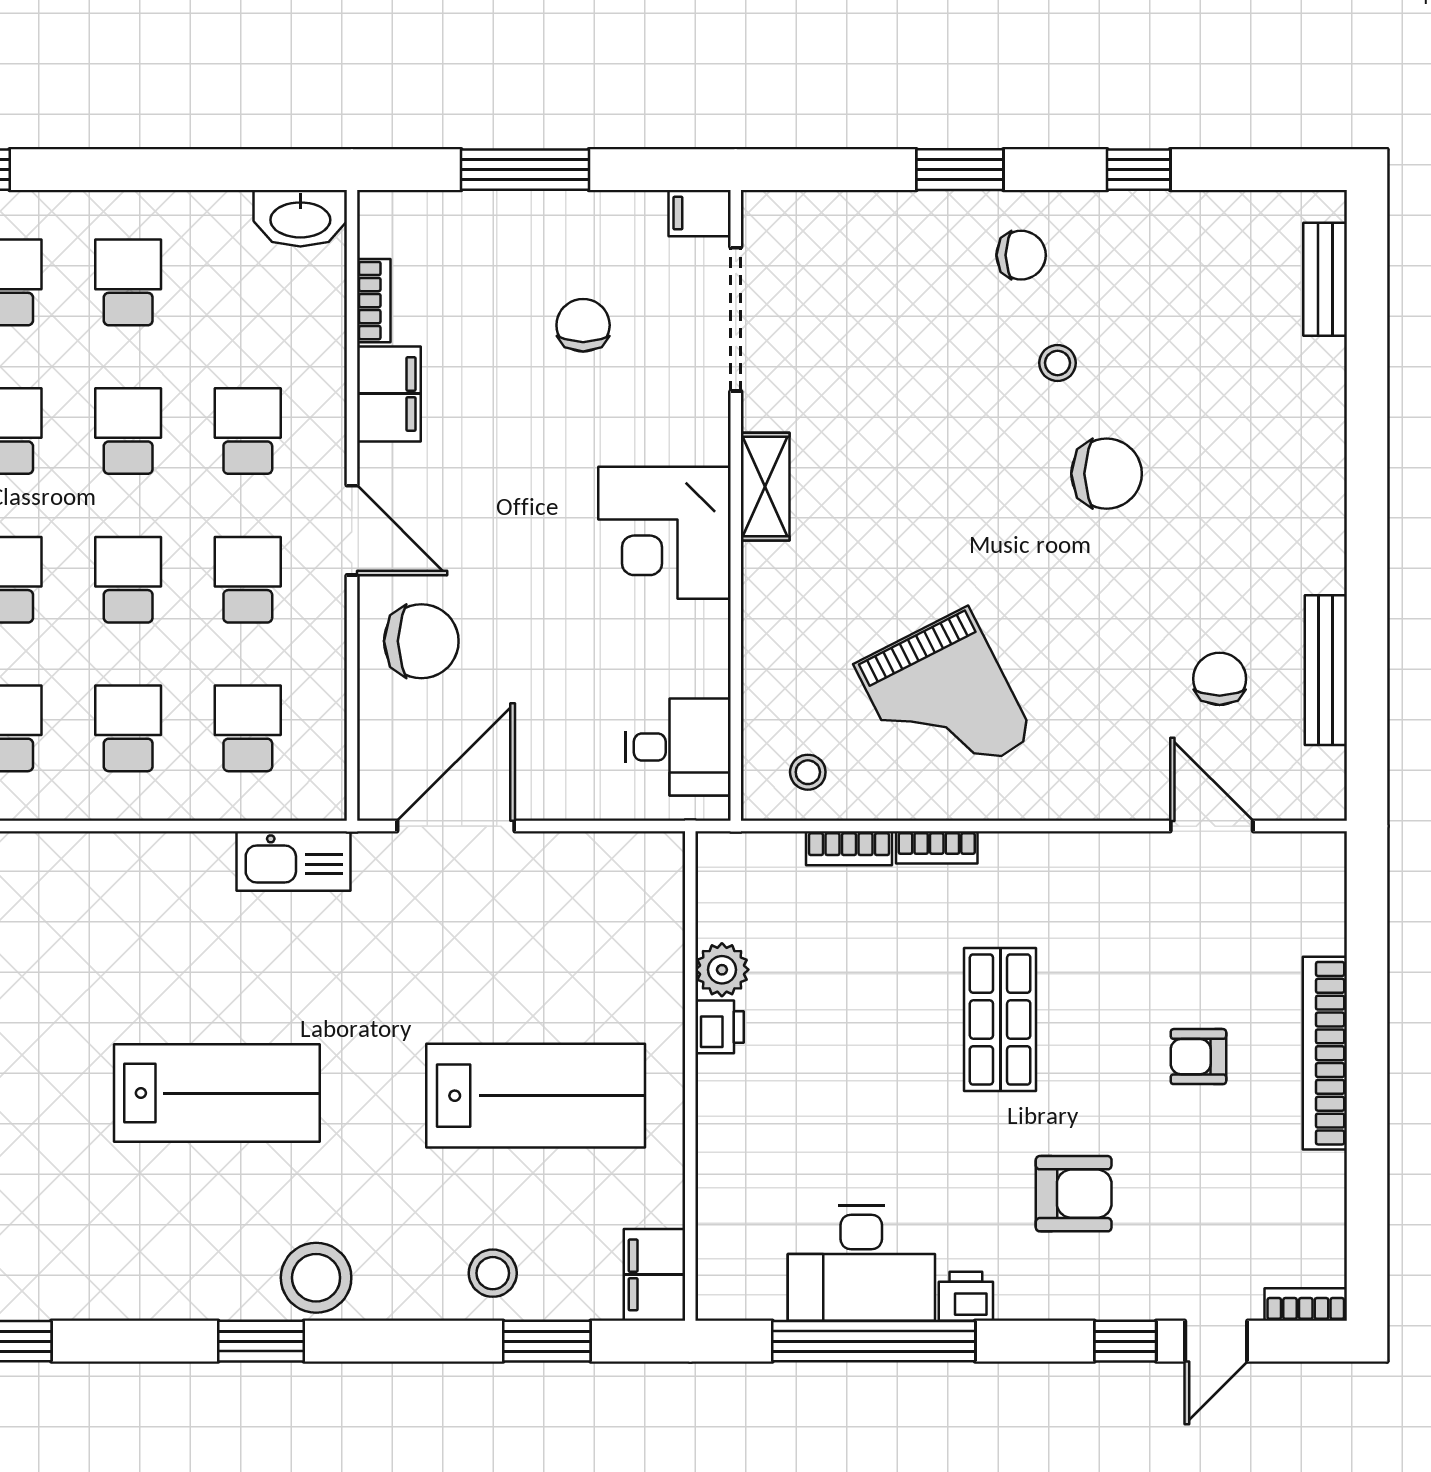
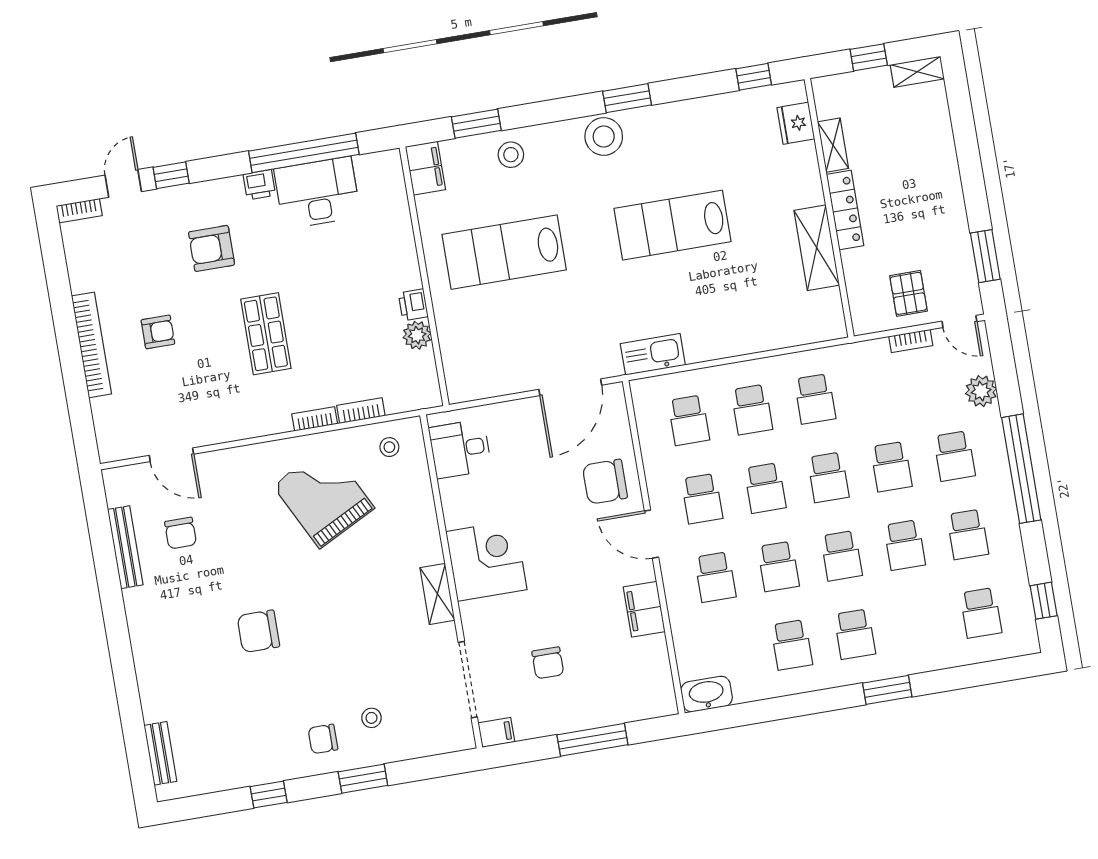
bookcase: (374, 301) -> (660, 657), removed
stool: (1058, 363) -> (371, 718), moved

